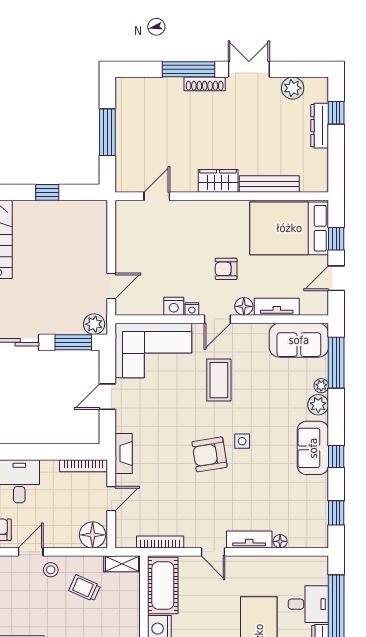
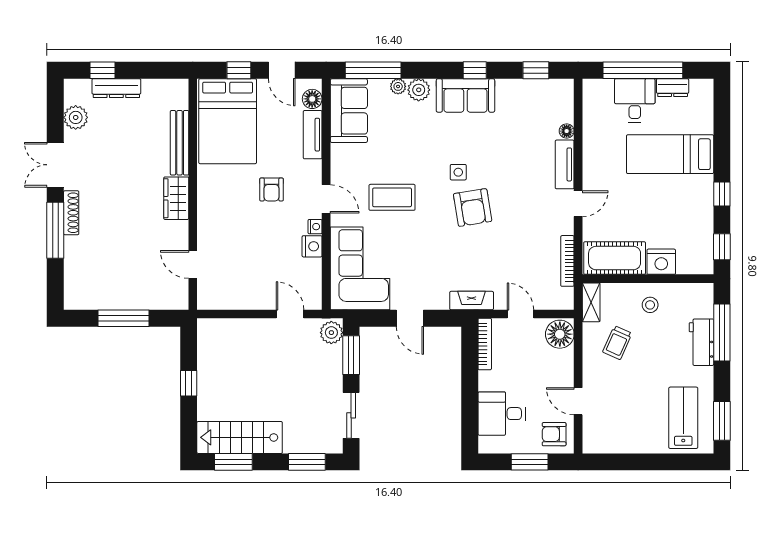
floor lamp: (244, 306) -> (312, 99), moved
stool: (51, 570) -> (650, 305), moved

